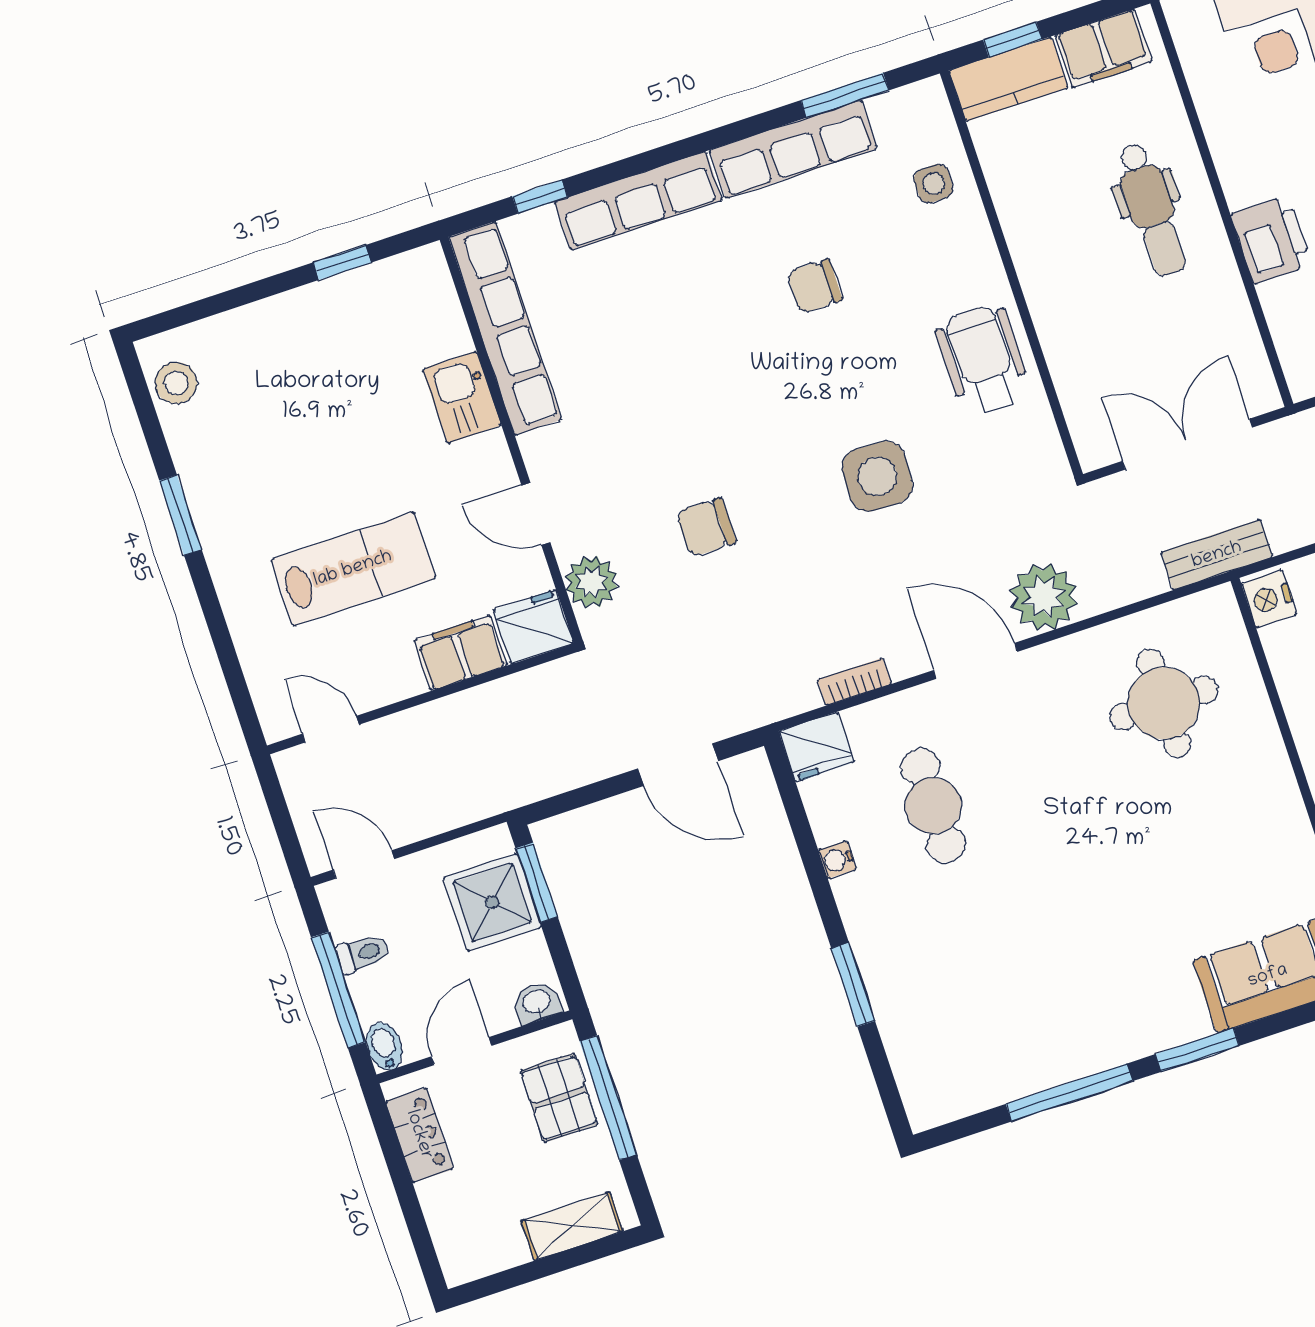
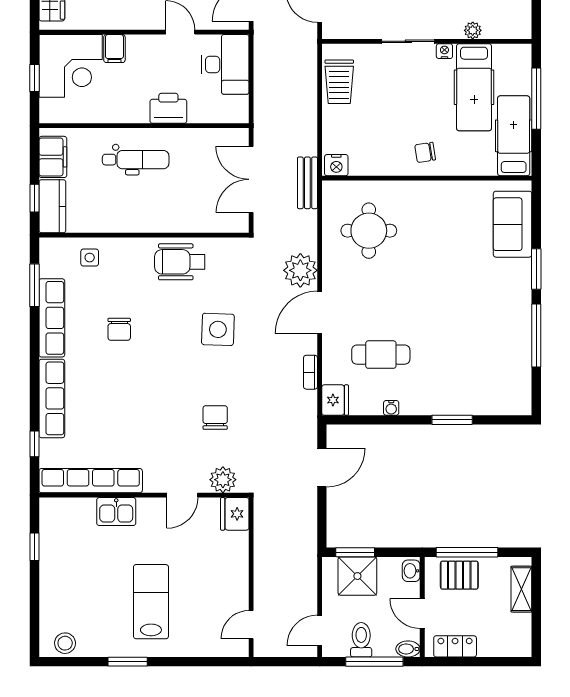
chair: (706, 527) -> (215, 418), turned 180
lab bench: (353, 569) -> (151, 602), moved
filing cabinet: (461, 653) -> (236, 552), removed
toilet: (363, 954) -> (361, 640), width x1.37, depth x1.39

